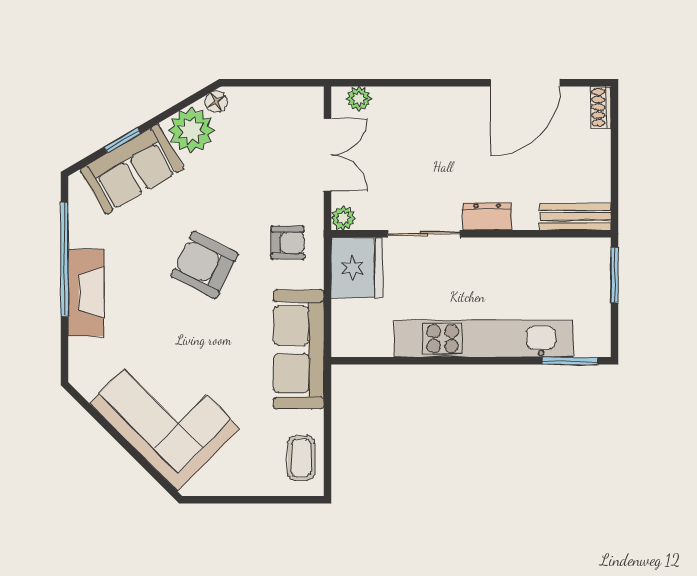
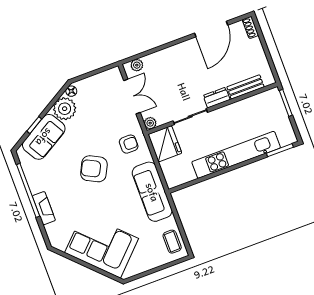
bench: (575, 217) -> (246, 87), moved
fireplace: (86, 293) -> (44, 208), width x0.73, depth x0.76

